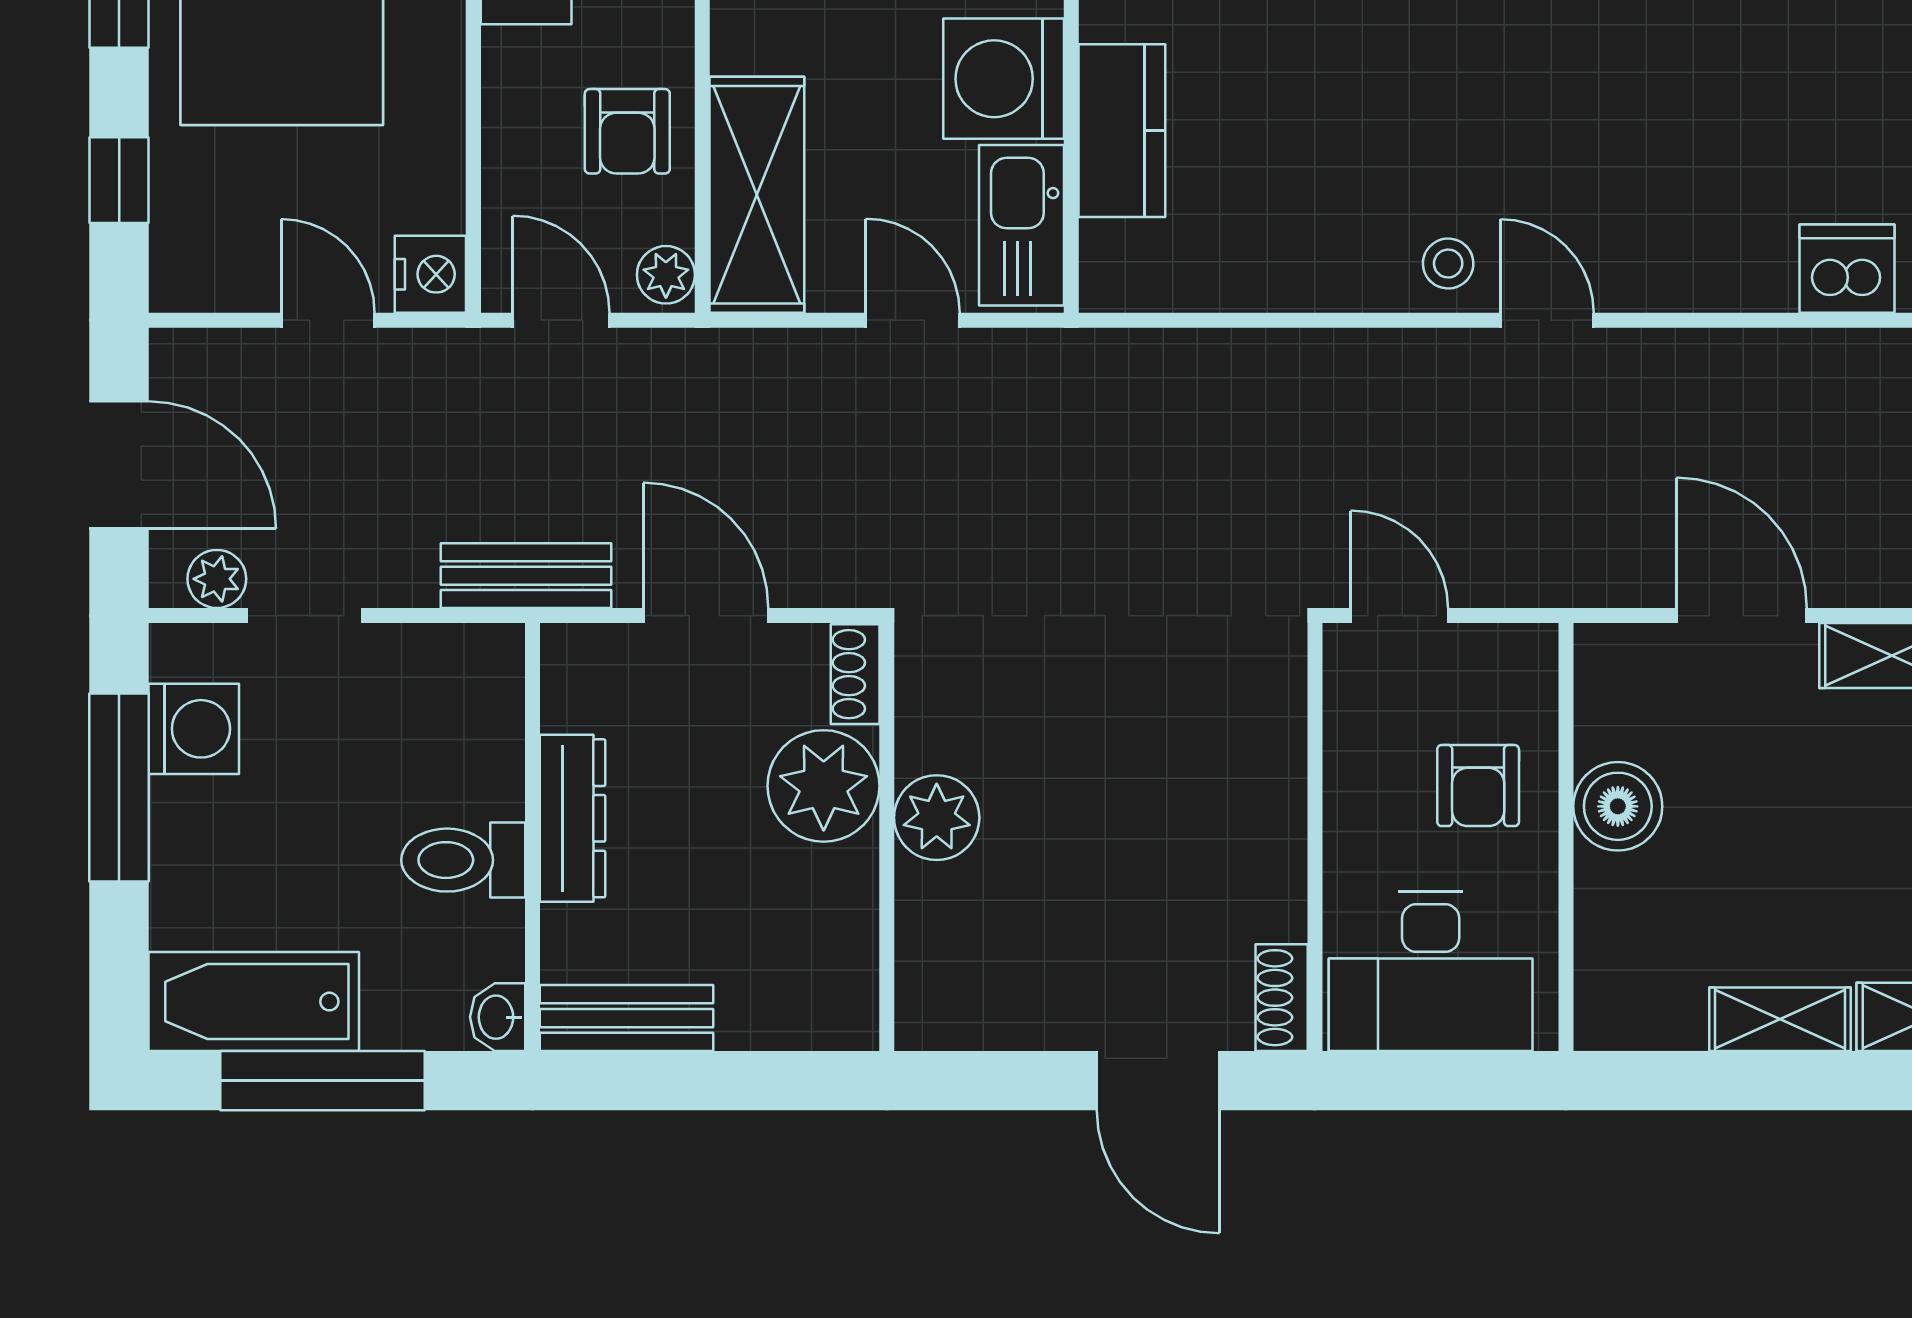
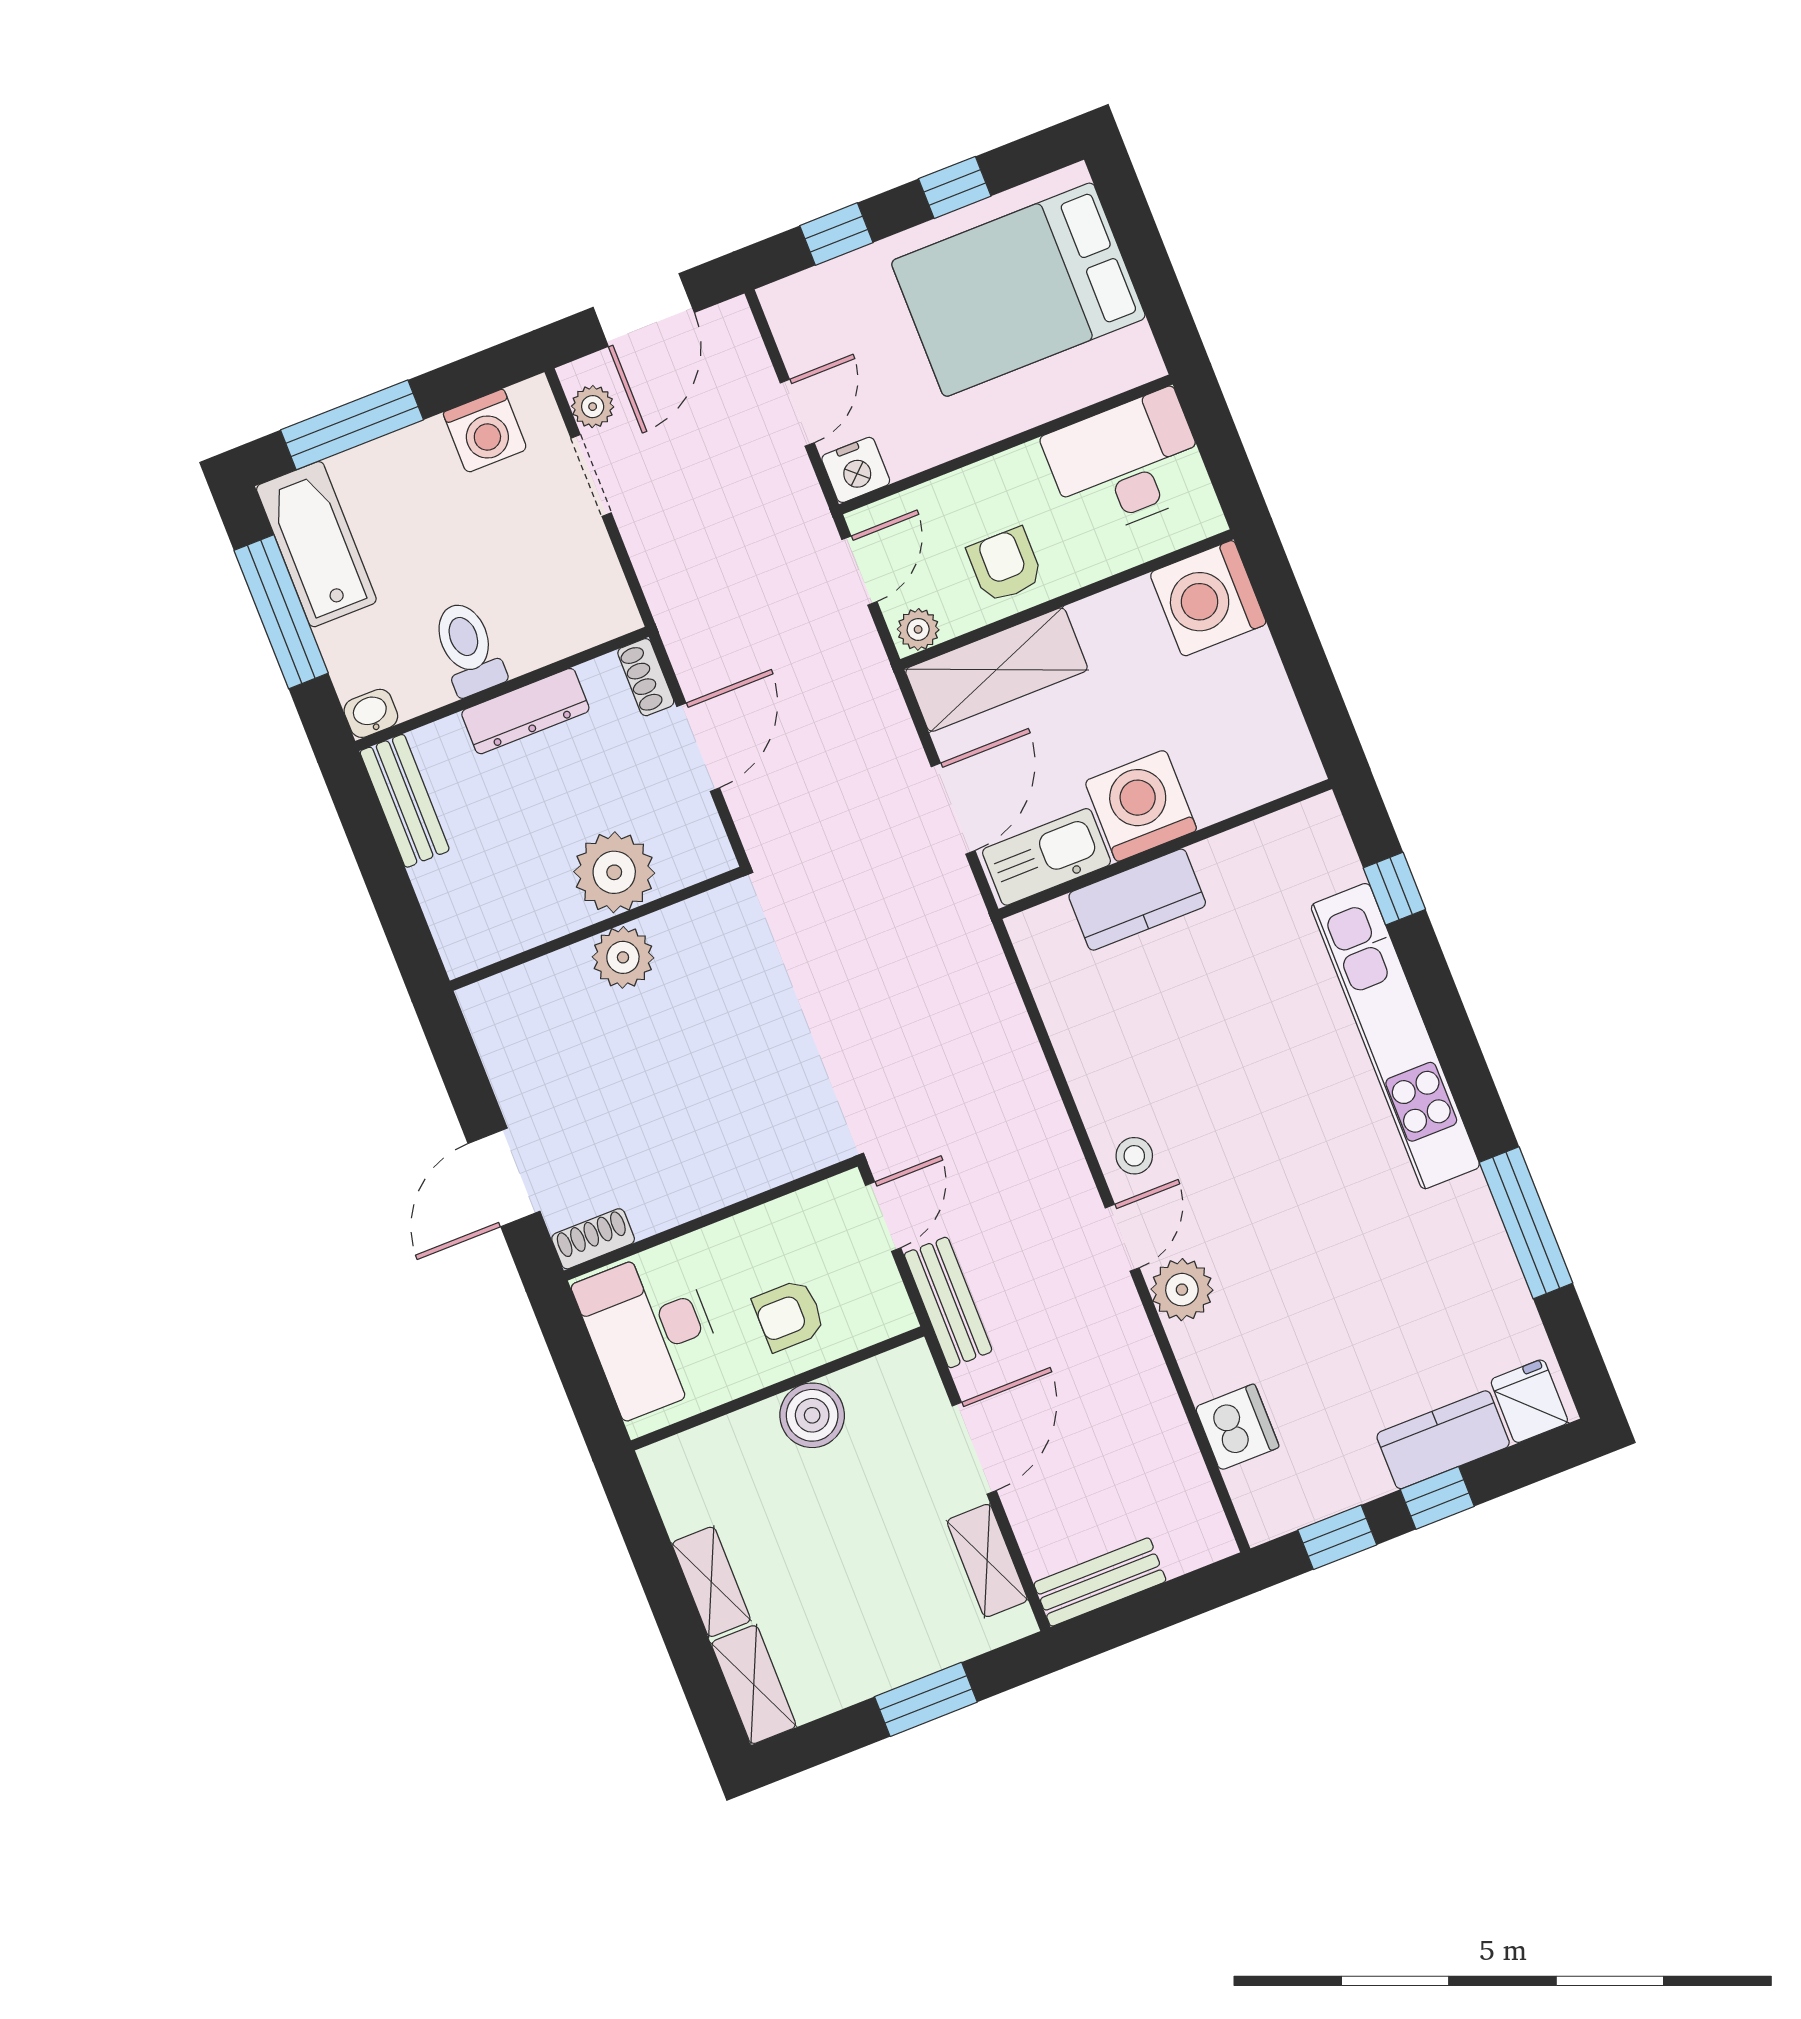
armchair: (627, 131) -> (1005, 565), turned 90
plant: (1643, 270) -> (1182, 1290), added
door: (913, 320) -> (953, 809), width x1.37
bench: (526, 576) -> (948, 1302), moved
shoe rack: (855, 674) -> (646, 677), moved, turned -90
window: (119, 788) -> (352, 425), moved

